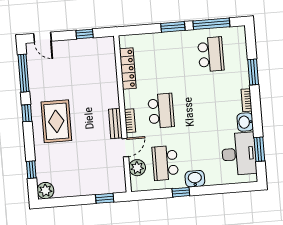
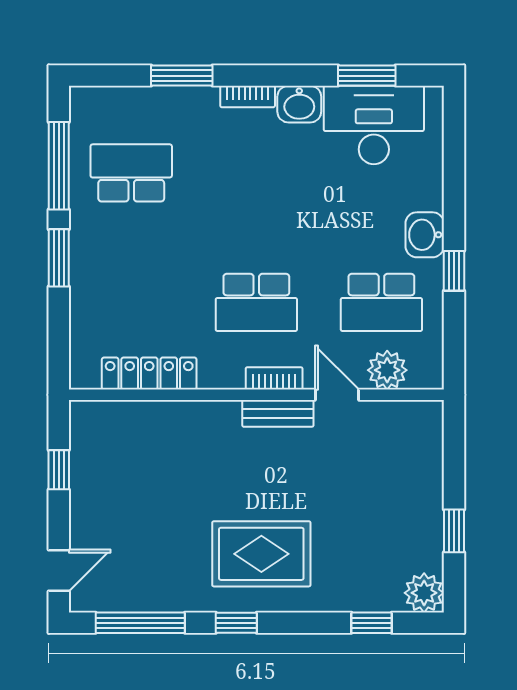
school desk: (161, 111) -> (256, 302), turned 180
window: (105, 198) -> (454, 531), moved

